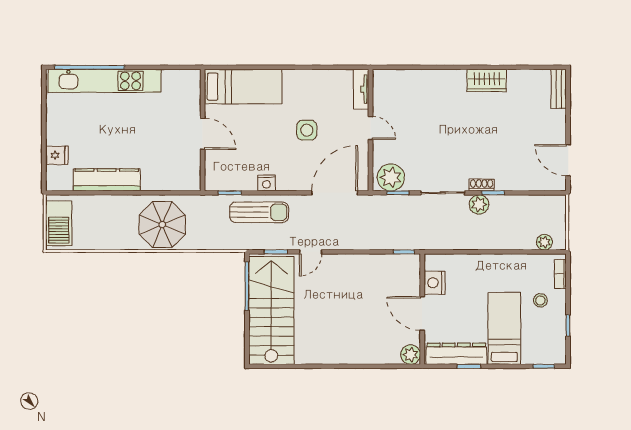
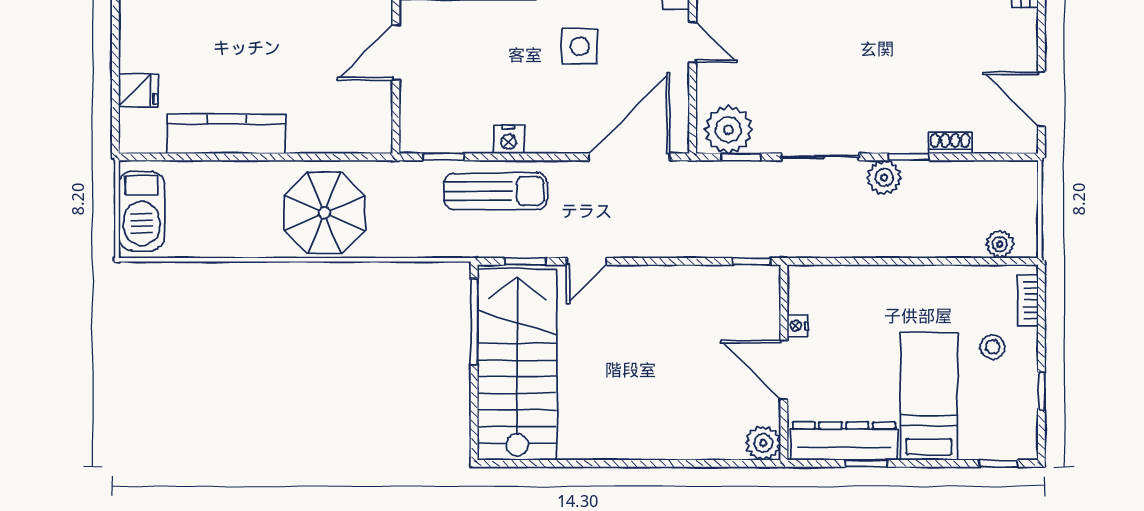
door: (203, 134) -> (396, 53), swing flipped
shoe rack: (482, 185) -> (950, 143), moved
nightstand: (435, 283) -> (797, 326), width x0.53, depth x0.56

